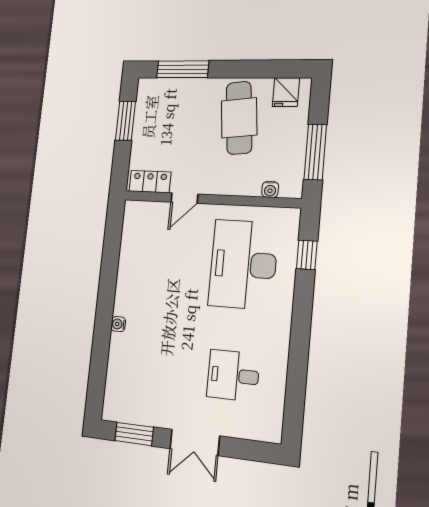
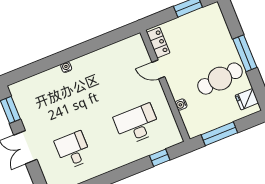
window: (183, 69) -> (245, 53), moved
water cooler: (270, 189) -> (181, 105), moved
desk: (243, 264) -> (137, 124), width x0.73, depth x0.77

